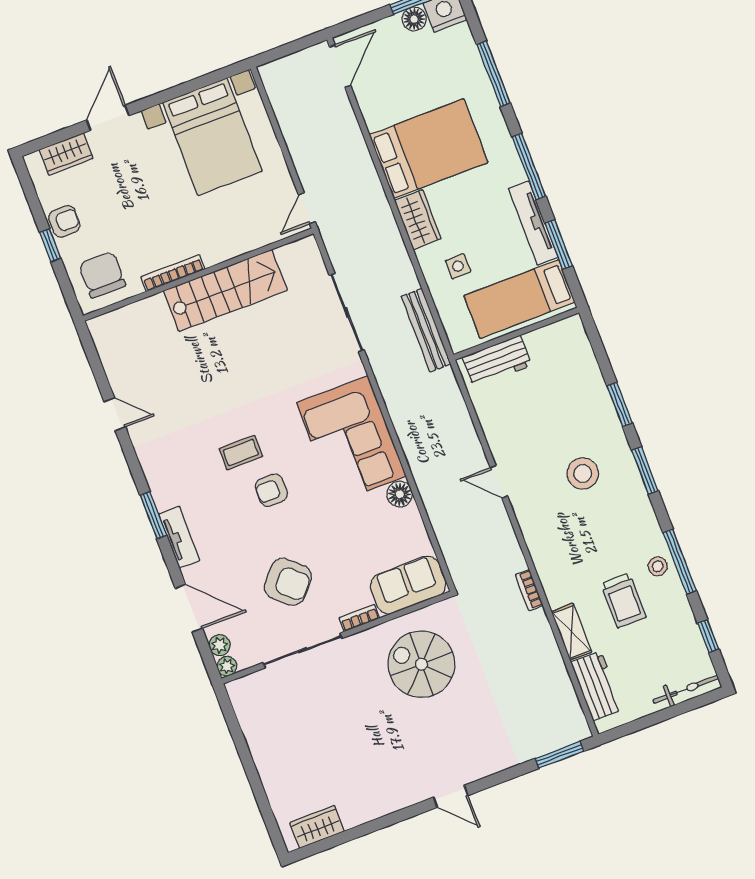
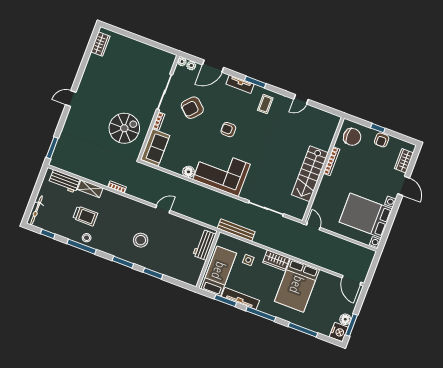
coffee table: (241, 453) -> (265, 104), moved
armchair: (271, 490) -> (228, 130), turned -90
trolley: (623, 600) -> (85, 216), turned 180

